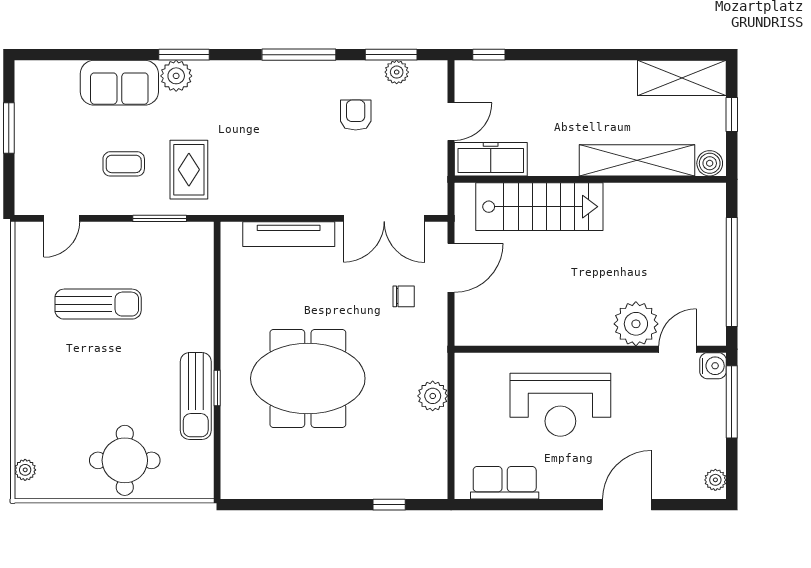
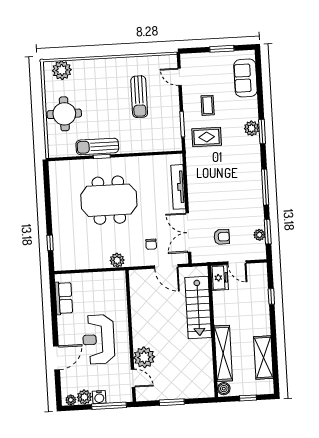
window: (489, 55) -> (271, 296), moved
shelving: (682, 78) -> (263, 358), moved
sofa: (119, 83) -> (245, 78), moved
armchair: (356, 115) -> (222, 237), moved
freezer: (491, 159) -> (220, 278), width x0.71
window: (732, 272) -> (172, 402), width x0.47
water cooler: (713, 366) -> (99, 397), moved
meeting table: (308, 378) -> (109, 200), turned 90
plant: (433, 396) -> (117, 260), moved
reception desk: (560, 405) -> (98, 339), moved
plant: (711, 452) -> (84, 397), added
plant: (25, 470) -> (62, 70), width x1.88, depth x1.88
door: (627, 505) -> (56, 358), hinge flipped

